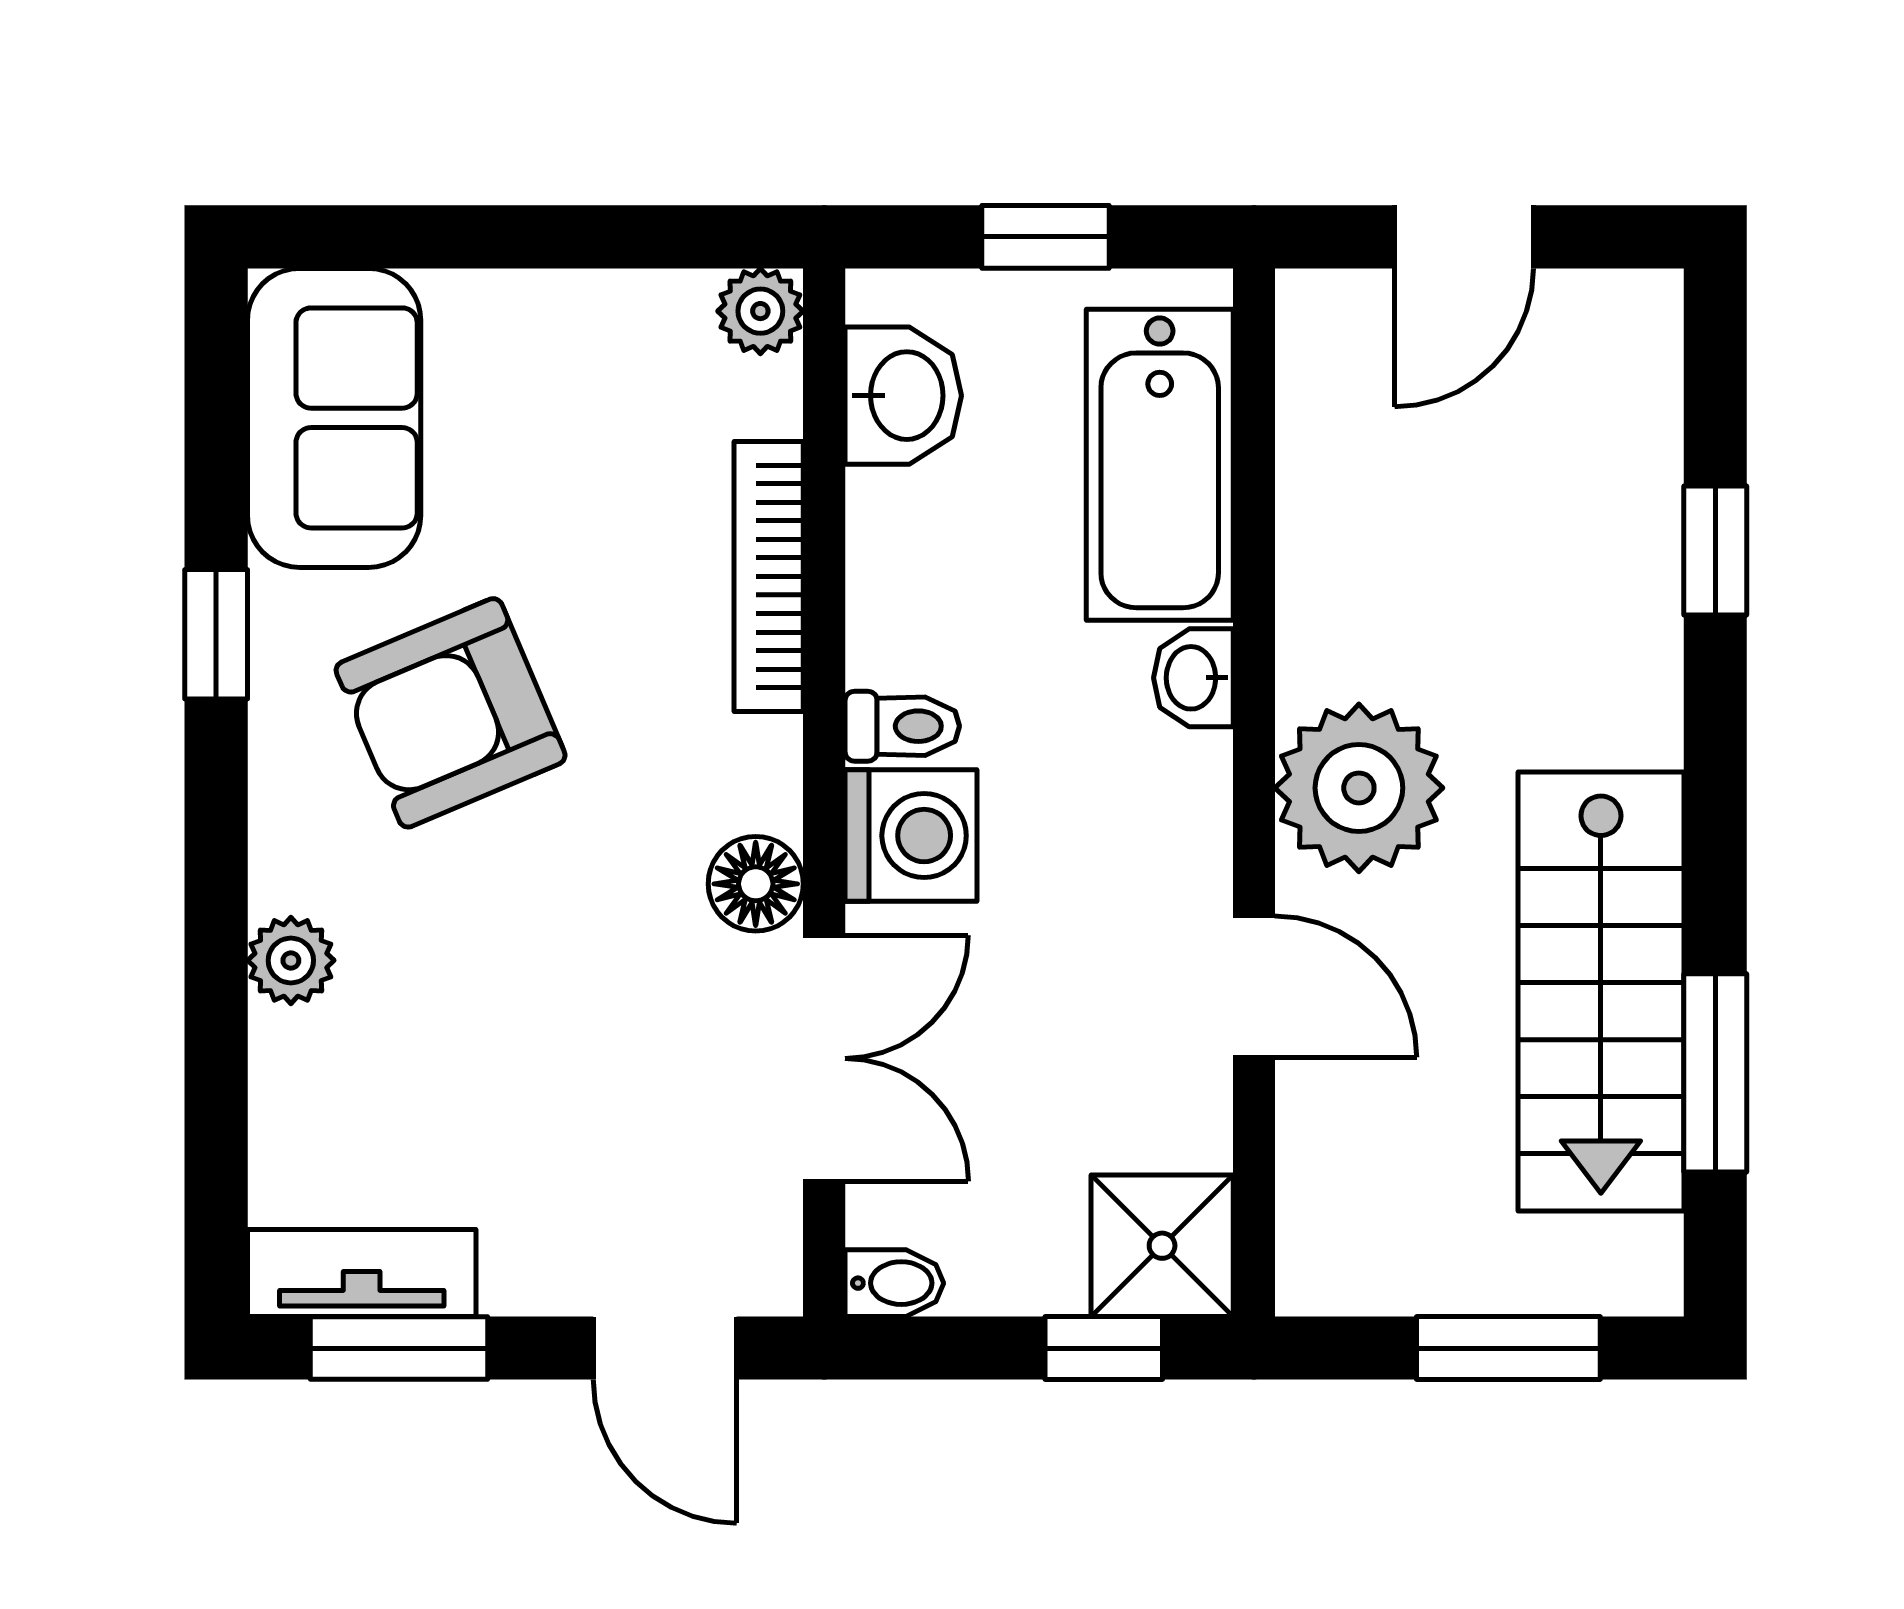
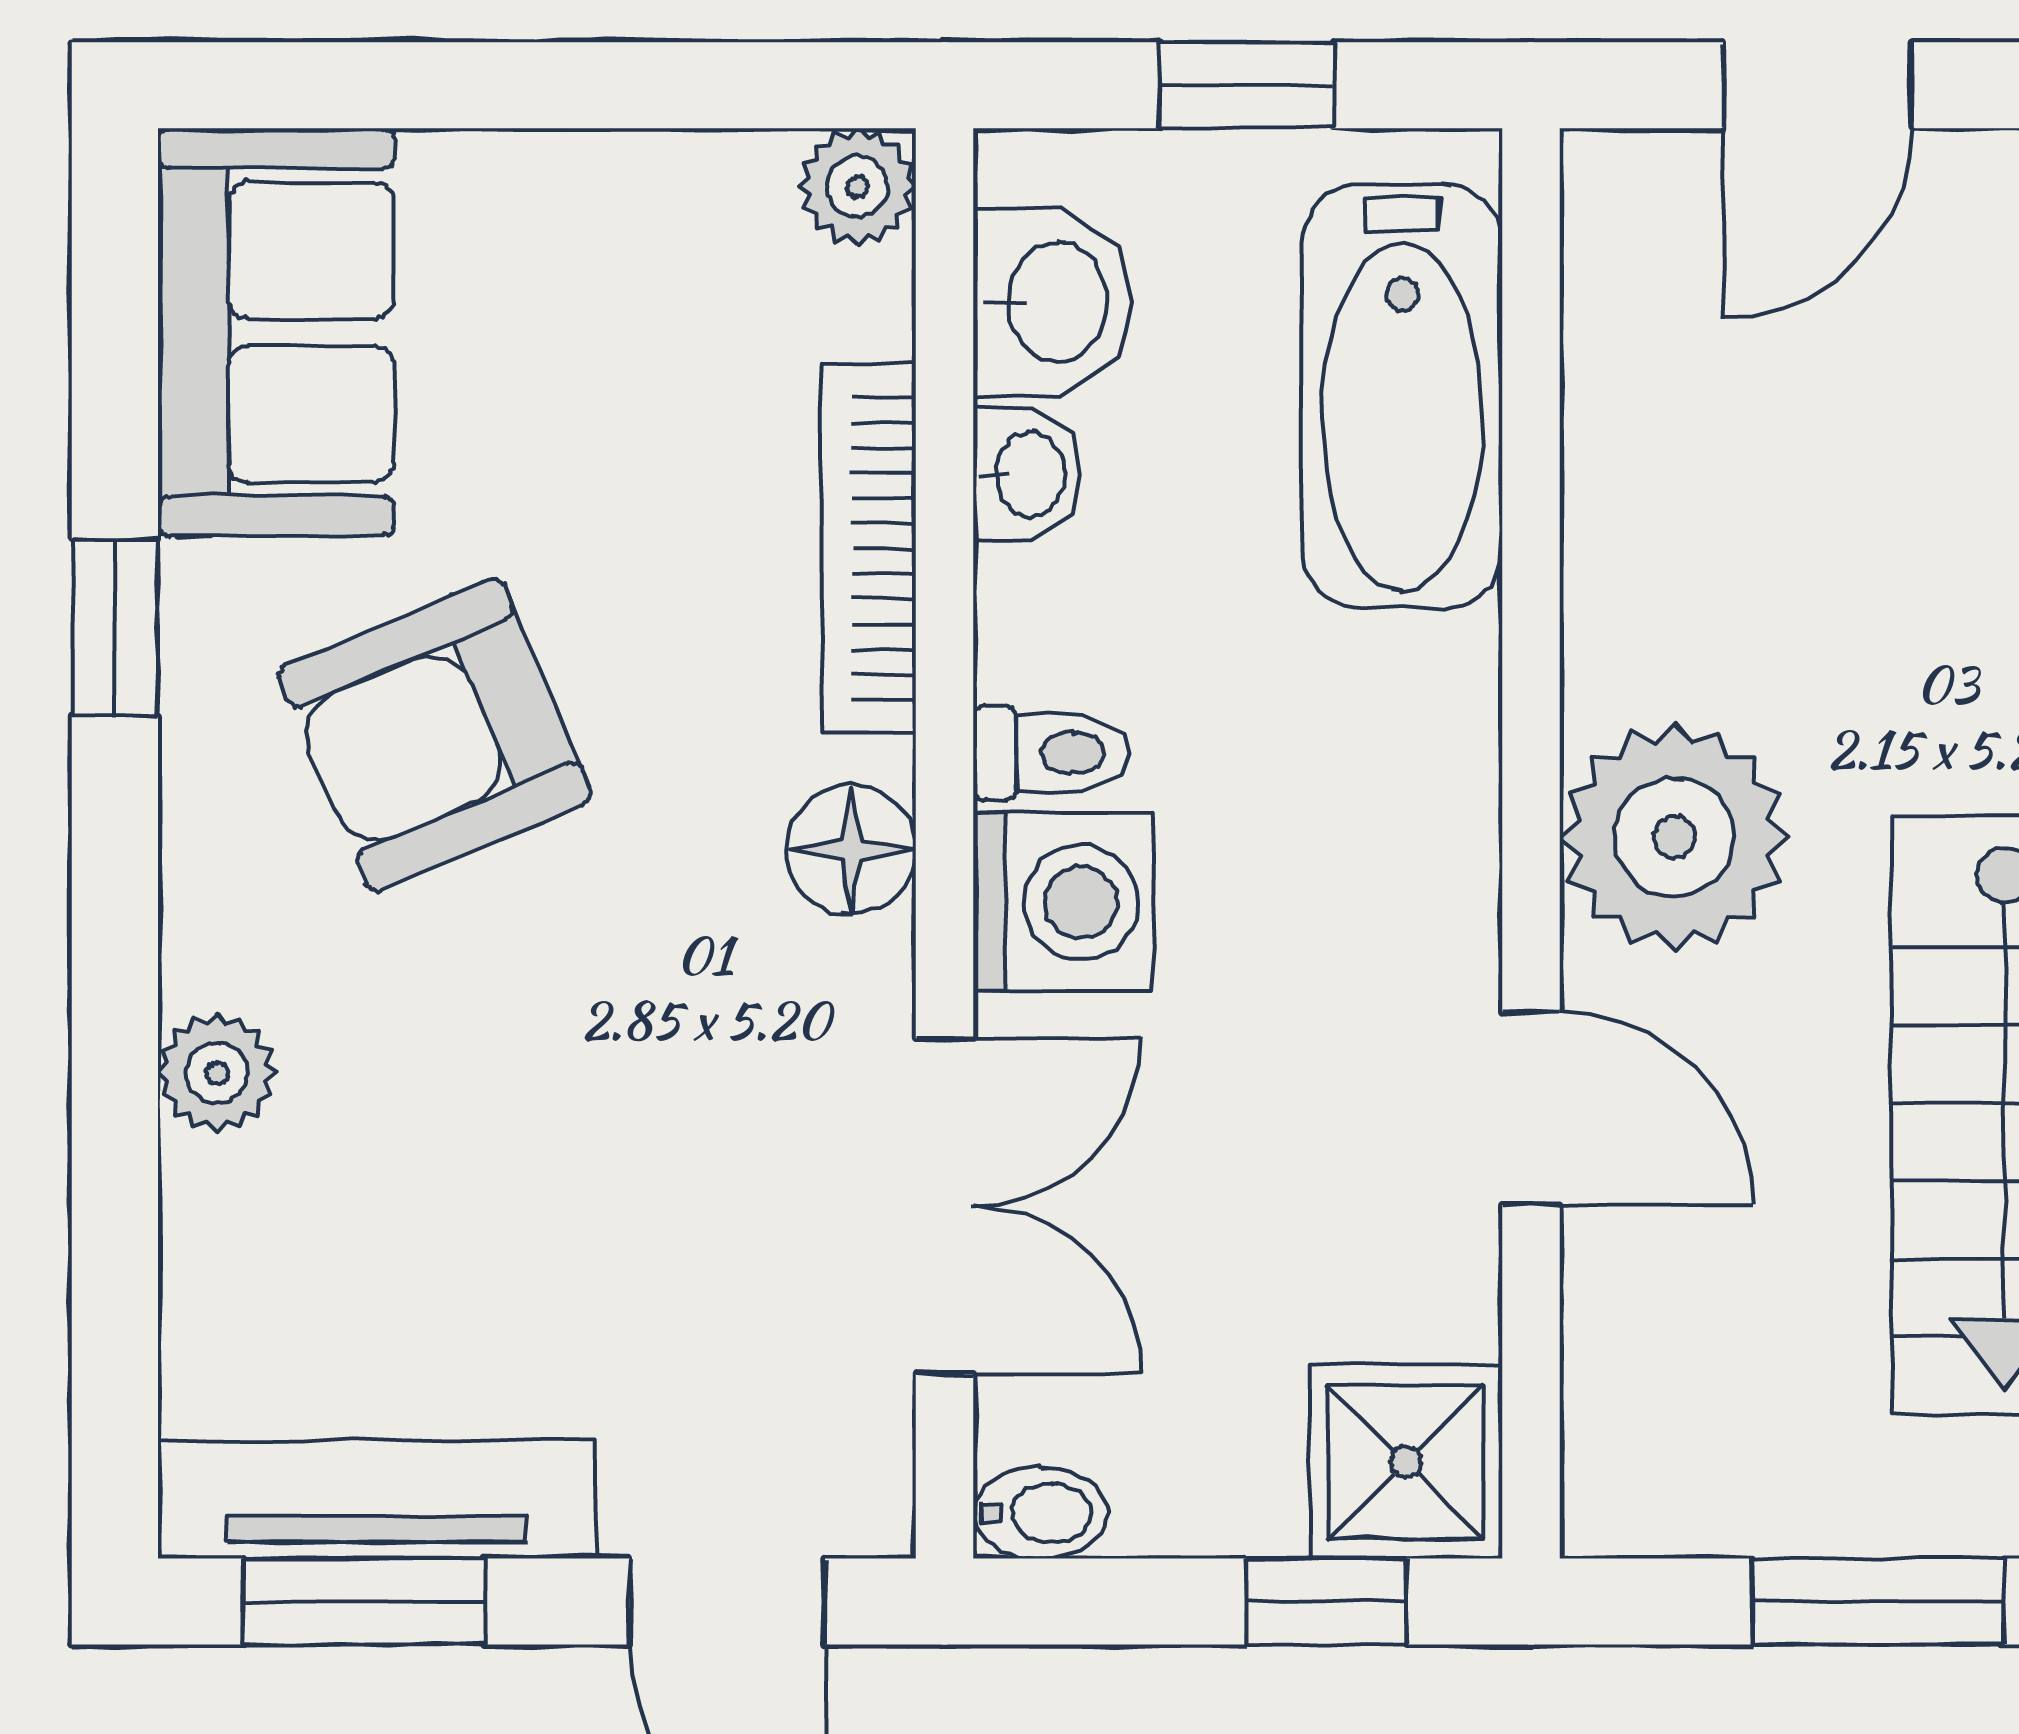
washbasin: (1193, 678) -> (1027, 474), moved, turned 180
floor lamp: (756, 884) -> (851, 850), moved
tv unit: (362, 1273) -> (377, 1499), width x1.41

